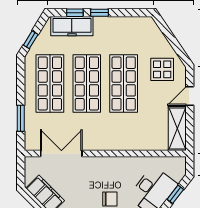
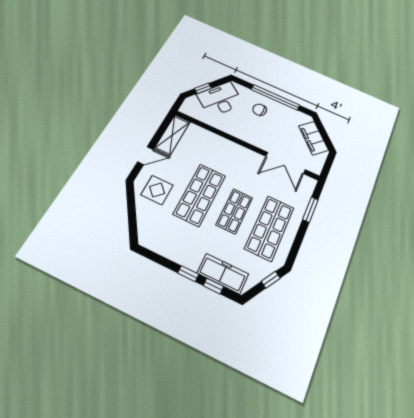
shop shelf: (87, 83) -> (234, 211), width x0.70, depth x0.74

